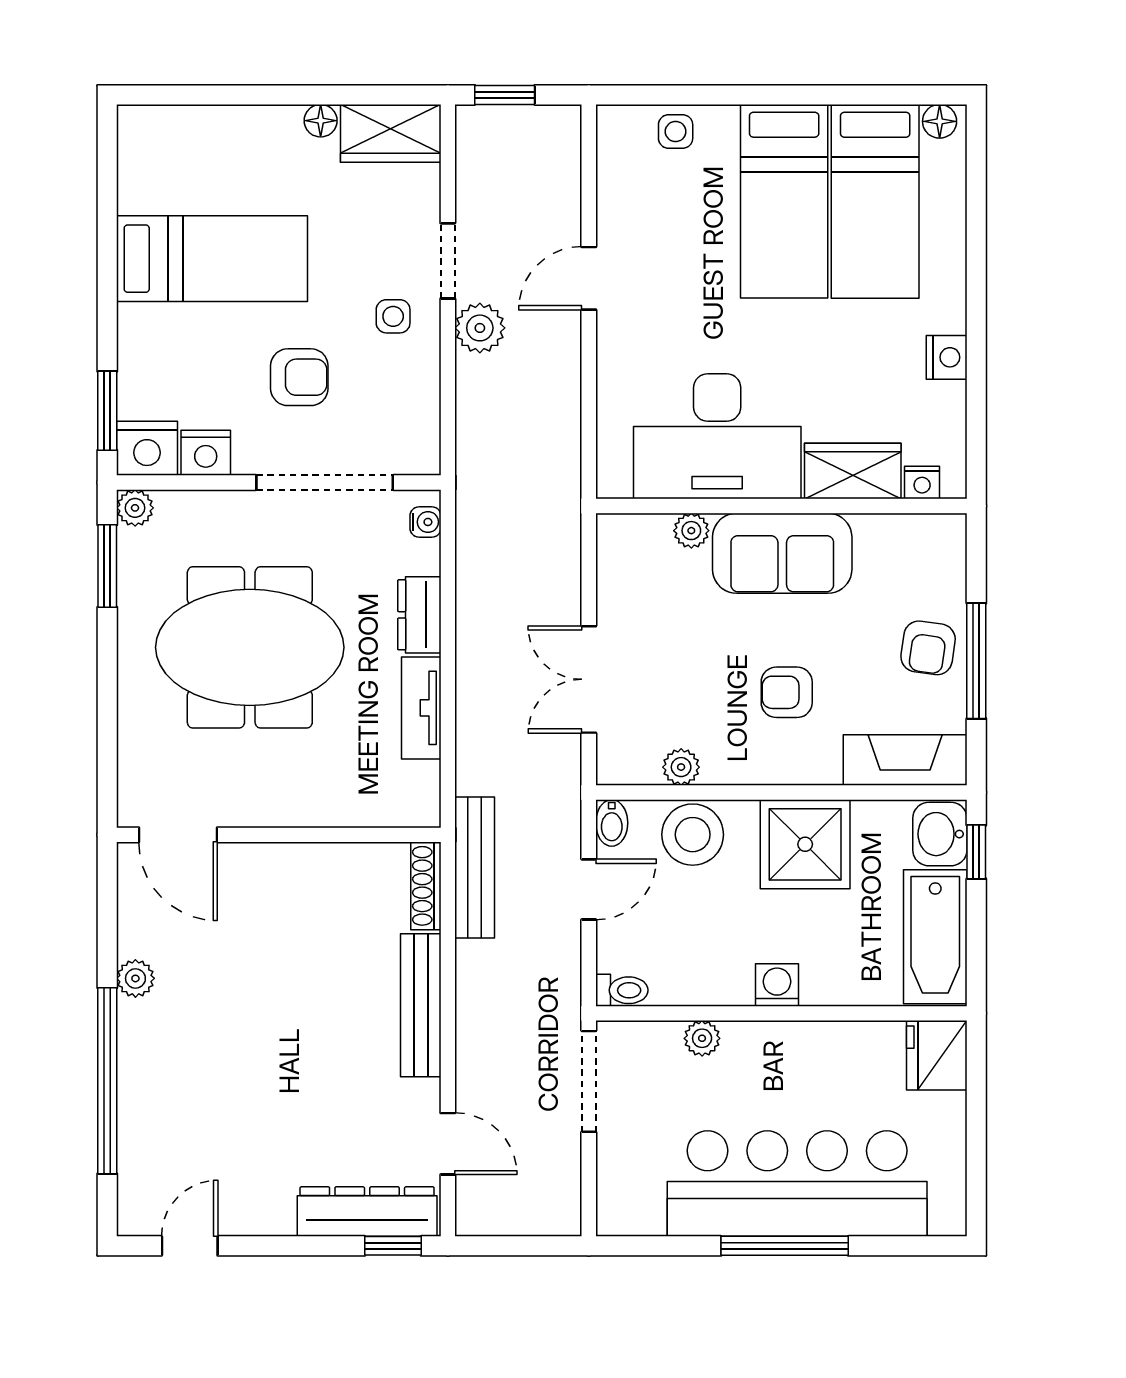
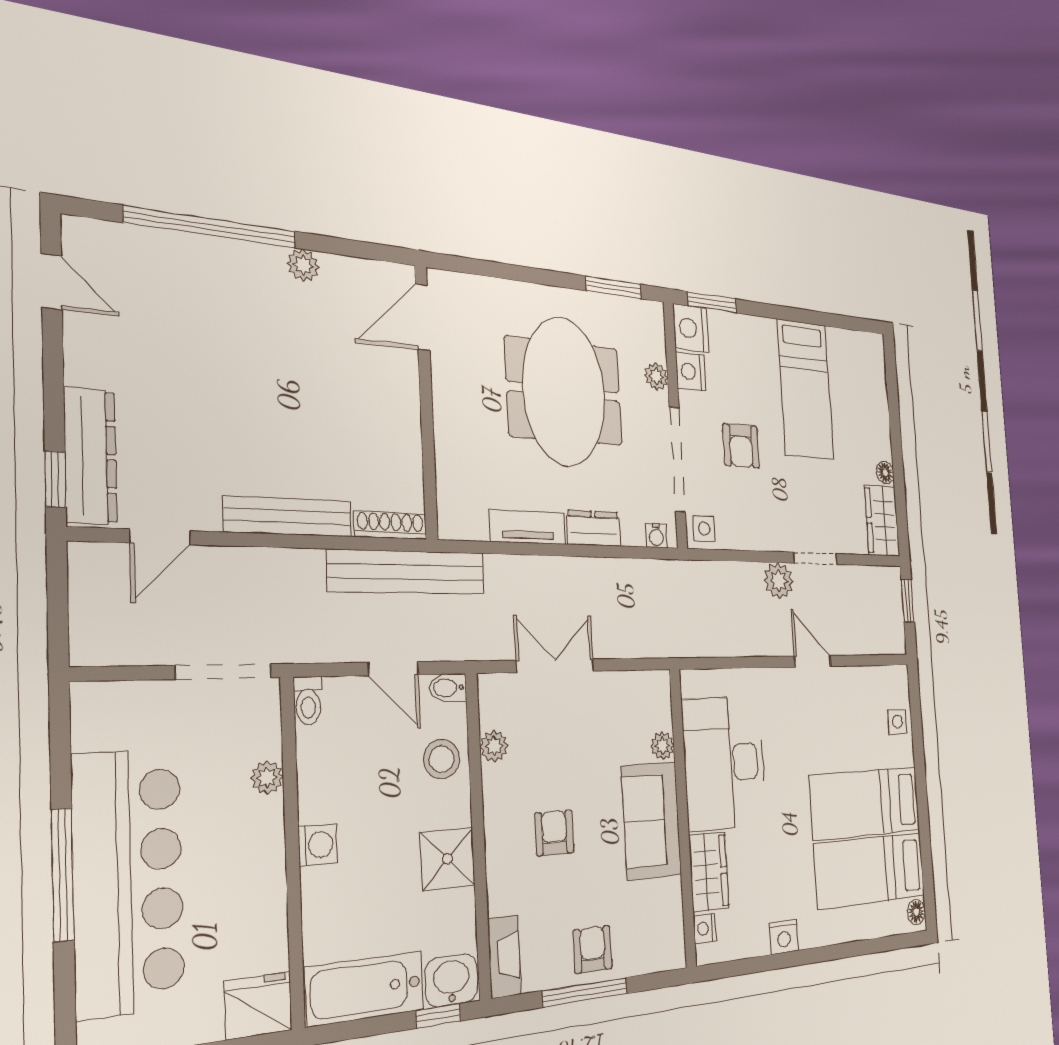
side table: (393, 316) -> (704, 529), moved
plant: (135, 508) -> (656, 376), moved
armchair: (928, 648) -> (592, 949), turned 82
fireplace: (905, 760) -> (504, 956), width x0.73, depth x0.76
stool: (693, 835) -> (442, 759), width x0.73, depth x0.73
shower: (805, 844) -> (448, 859), width x0.73, depth x0.73
bench: (475, 868) -> (407, 572), width x1.37, depth x1.21

